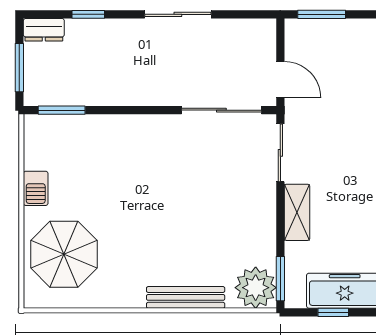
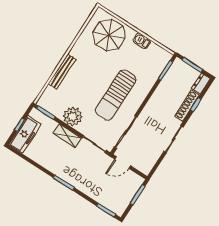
shoe rack: (100, 29) -> (187, 106), added
sun lounger: (165, 172) -> (116, 95), added
plant: (256, 288) -> (73, 117), moved

